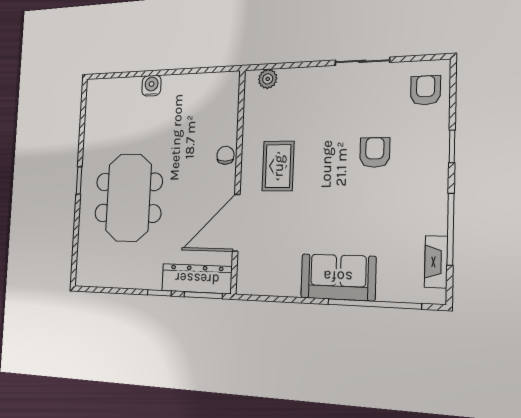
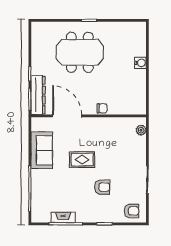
rug: (278, 166) -> (82, 160), moved
fireplace: (436, 262) -> (63, 217), moved
sofa: (338, 277) -> (42, 150), moved

